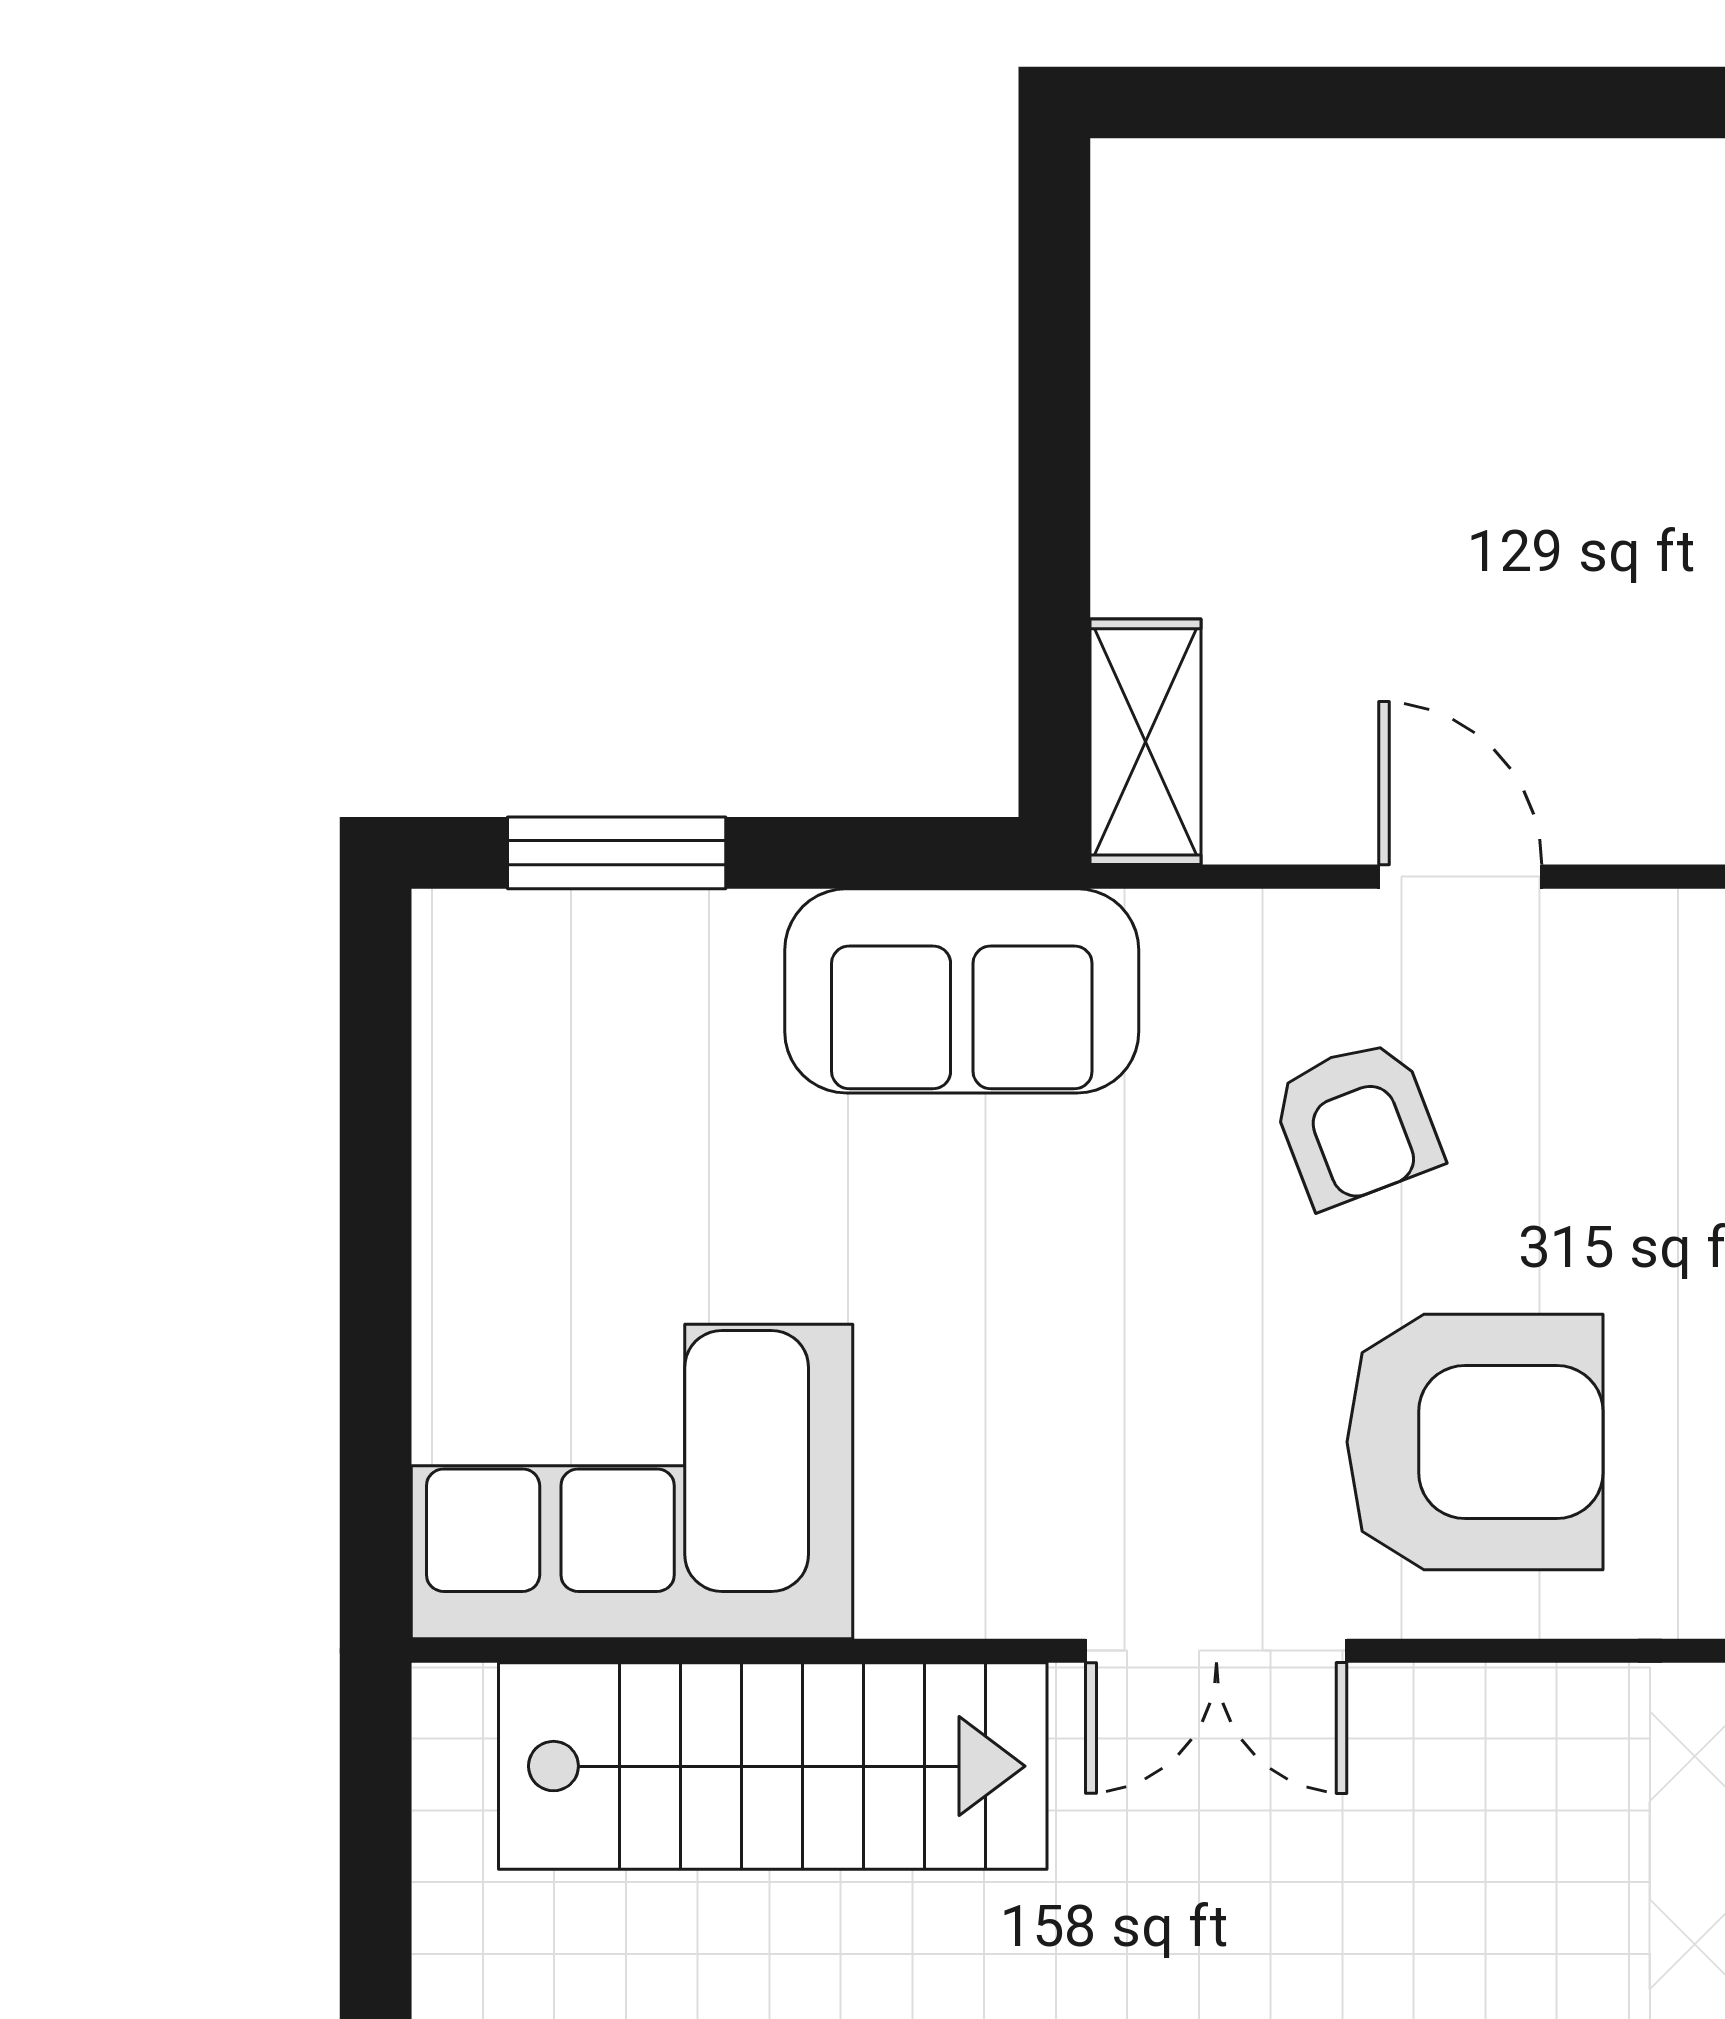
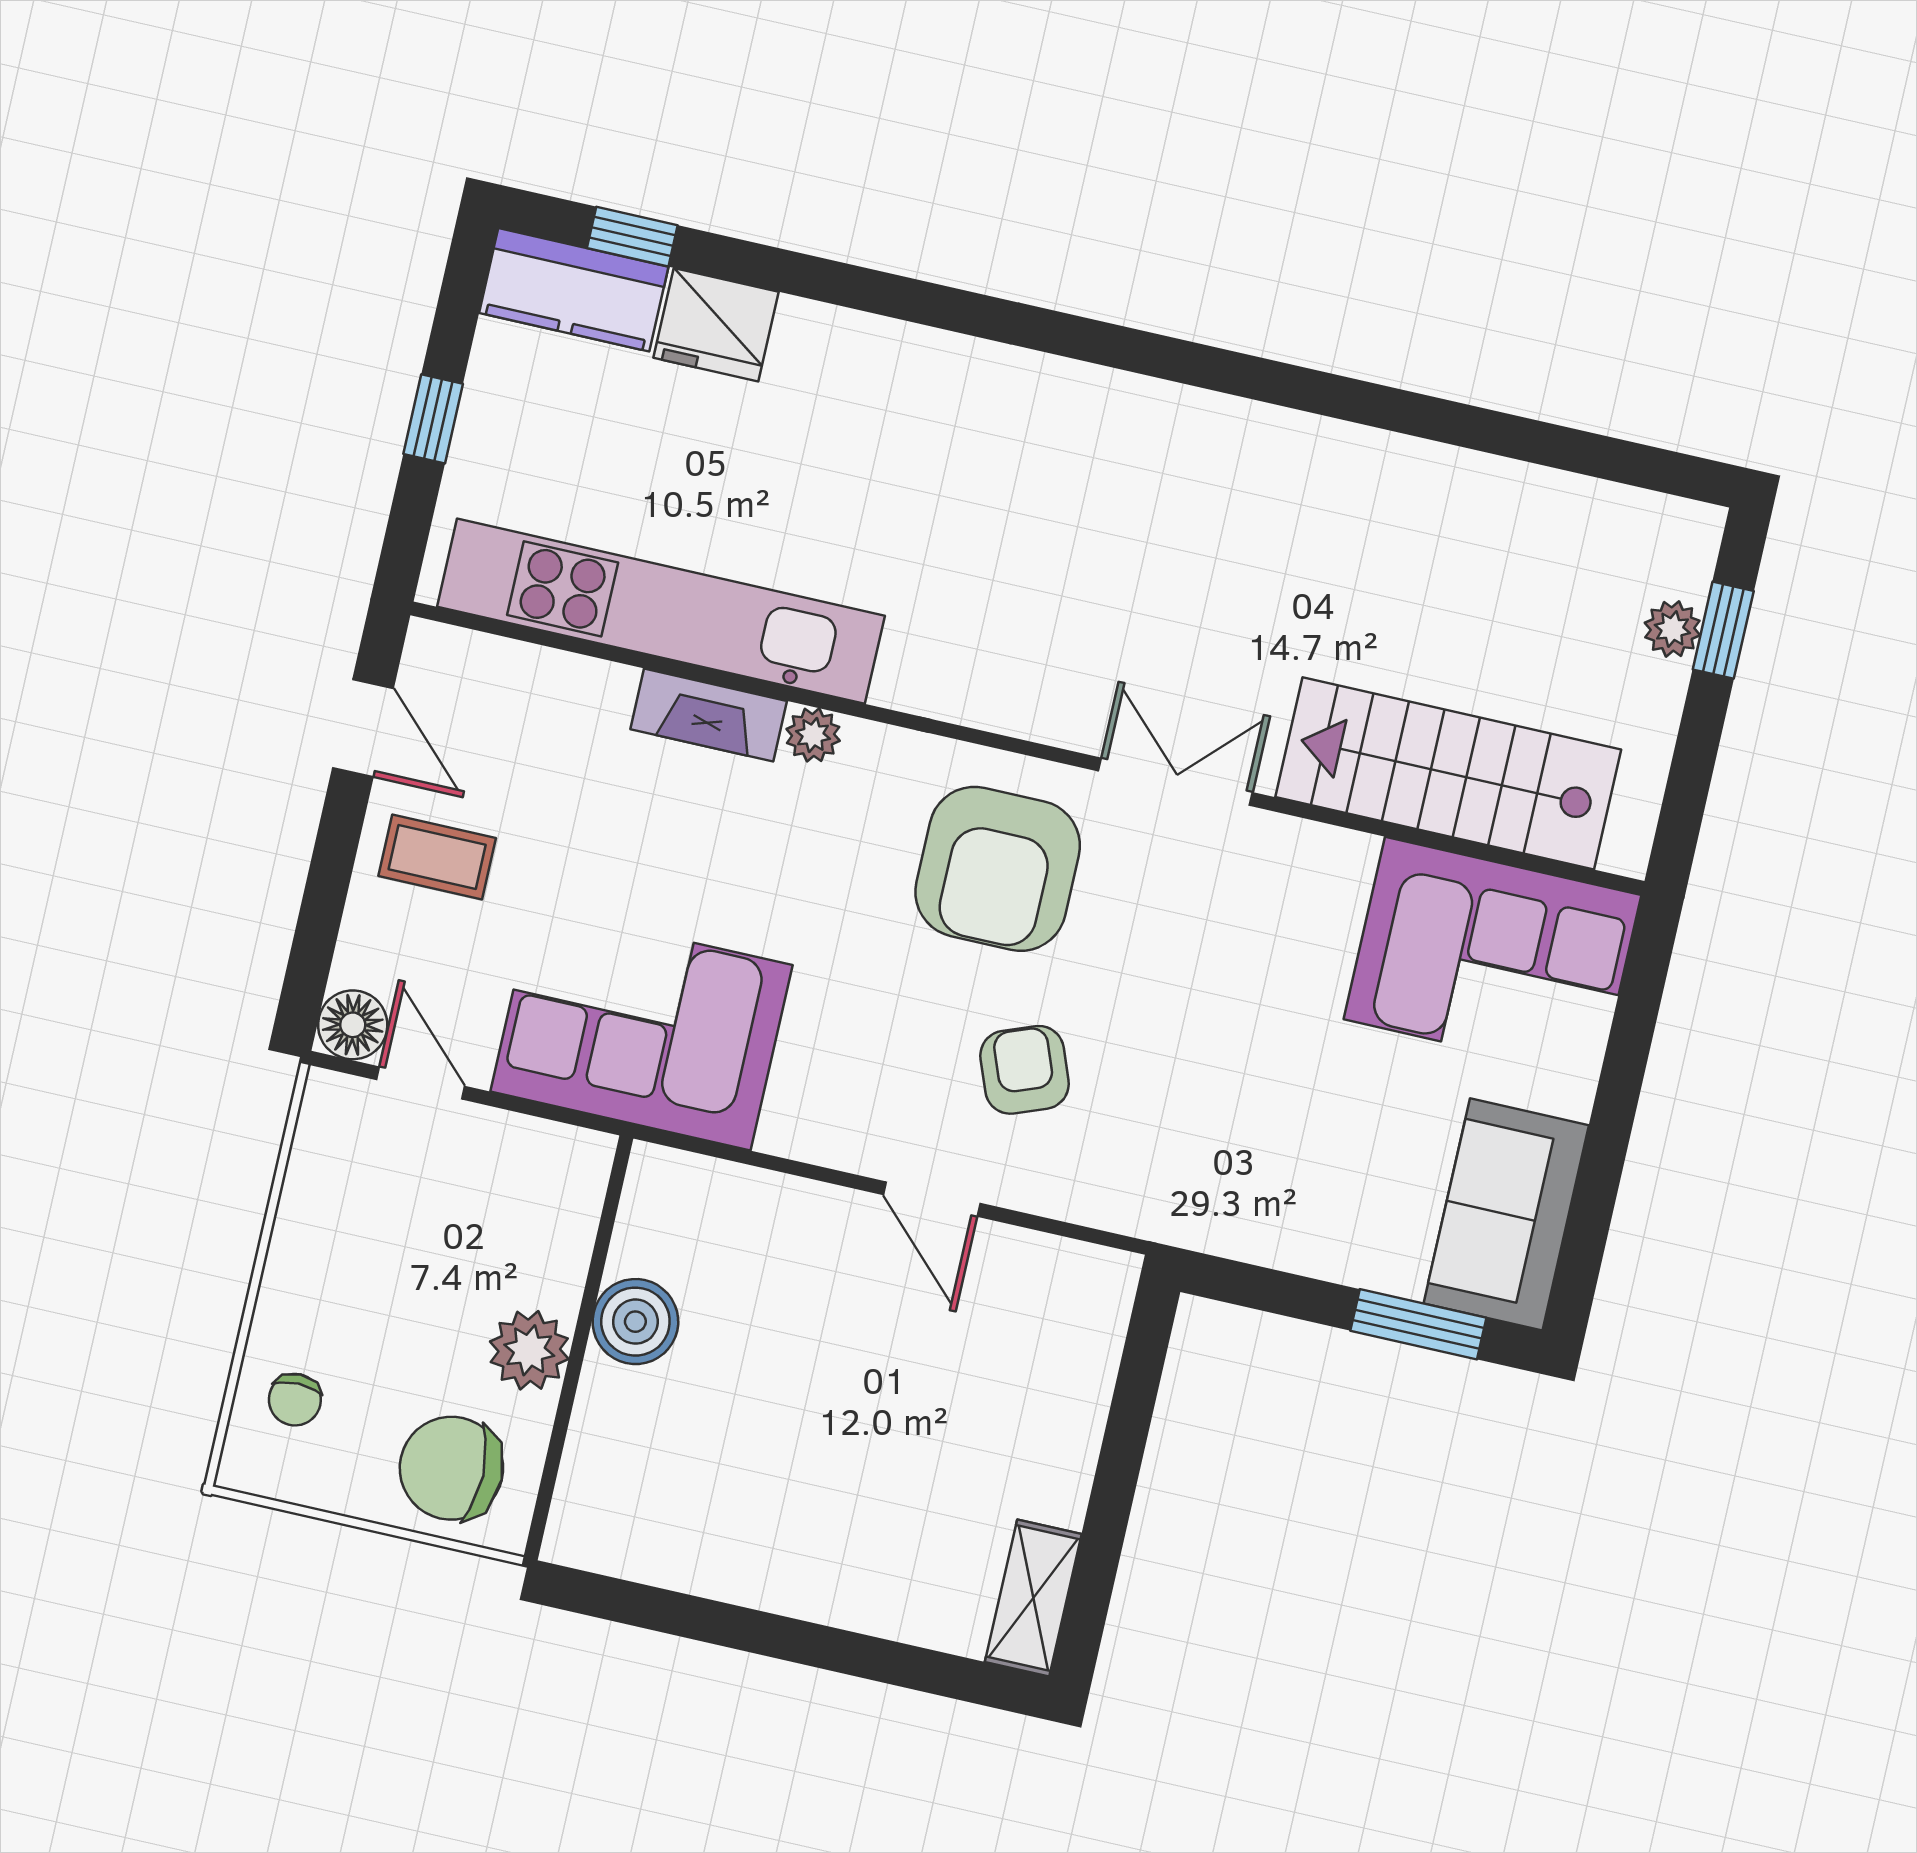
shelving: (1145, 742) -> (1033, 1598), moved
sofa: (962, 991) -> (1506, 1214), moved, turned -90
armchair: (1475, 1442) -> (998, 869), turned -90

